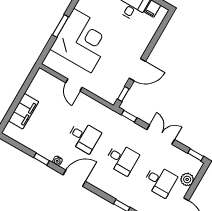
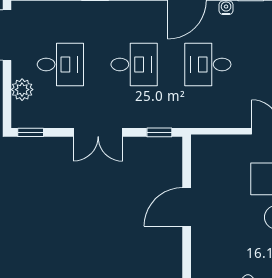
window: (123, 94) -> (187, 160), removed
desk: (122, 159) -> (134, 64), turned 180
desk: (160, 181) -> (60, 64), turned 180

